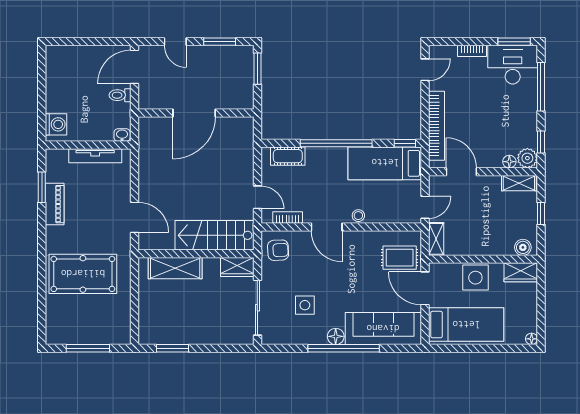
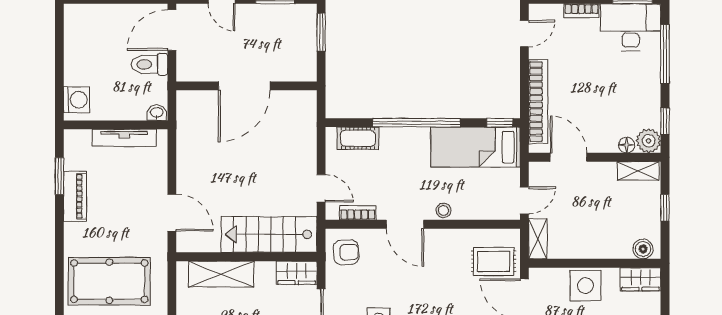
toilet: (120, 95) -> (149, 64), width x1.37, depth x1.39

